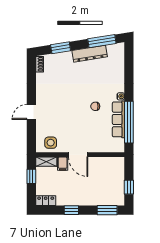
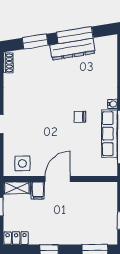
window: (102, 41) -> (75, 35), moved
door: (78, 155) -> (58, 179), swing flipped

